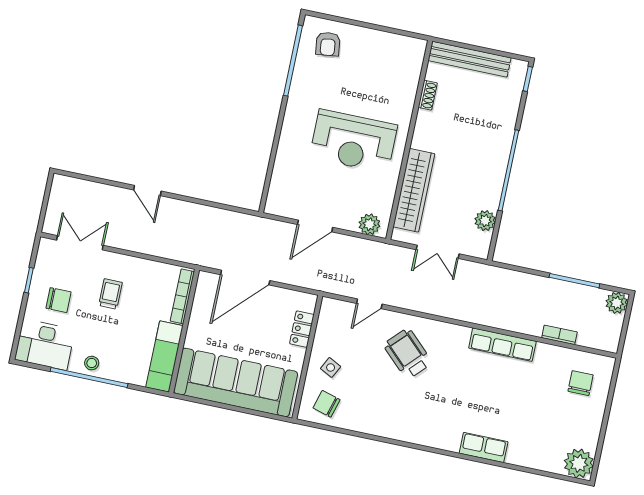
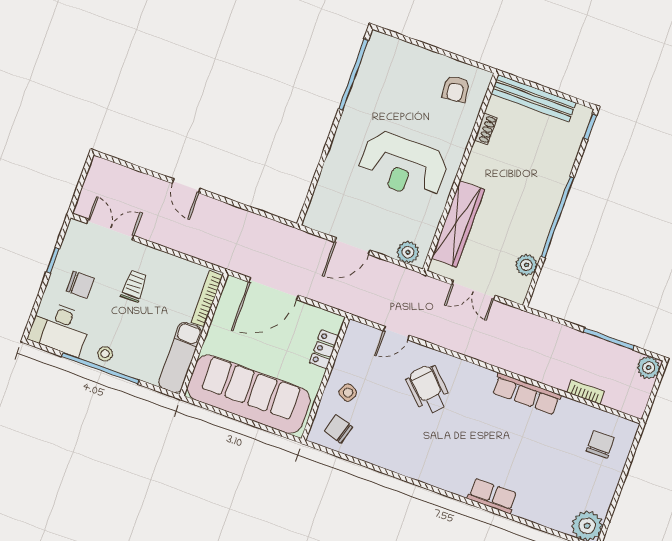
armchair: (328, 44) -> (456, 89), moved

